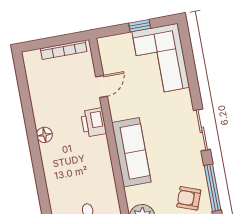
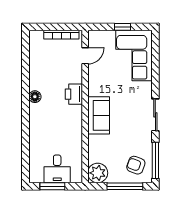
door: (102, 86) -> (85, 56), moved
sofa: (131, 152) -> (99, 115), width x0.73

